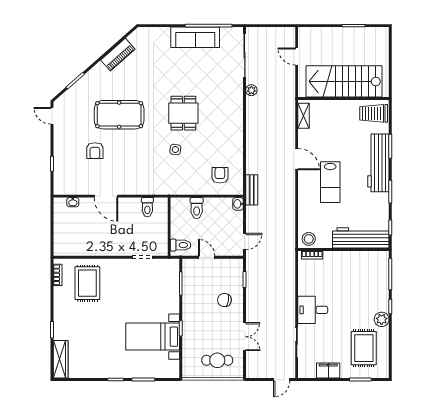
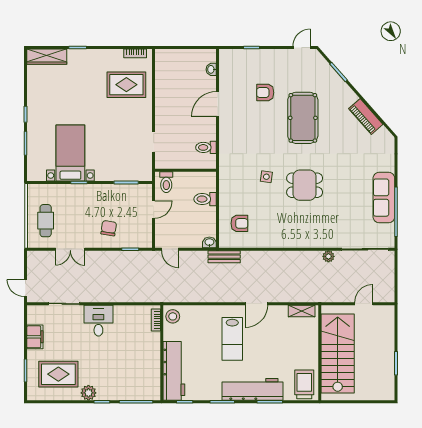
lab bench: (330, 182) -> (232, 339), turned -90

